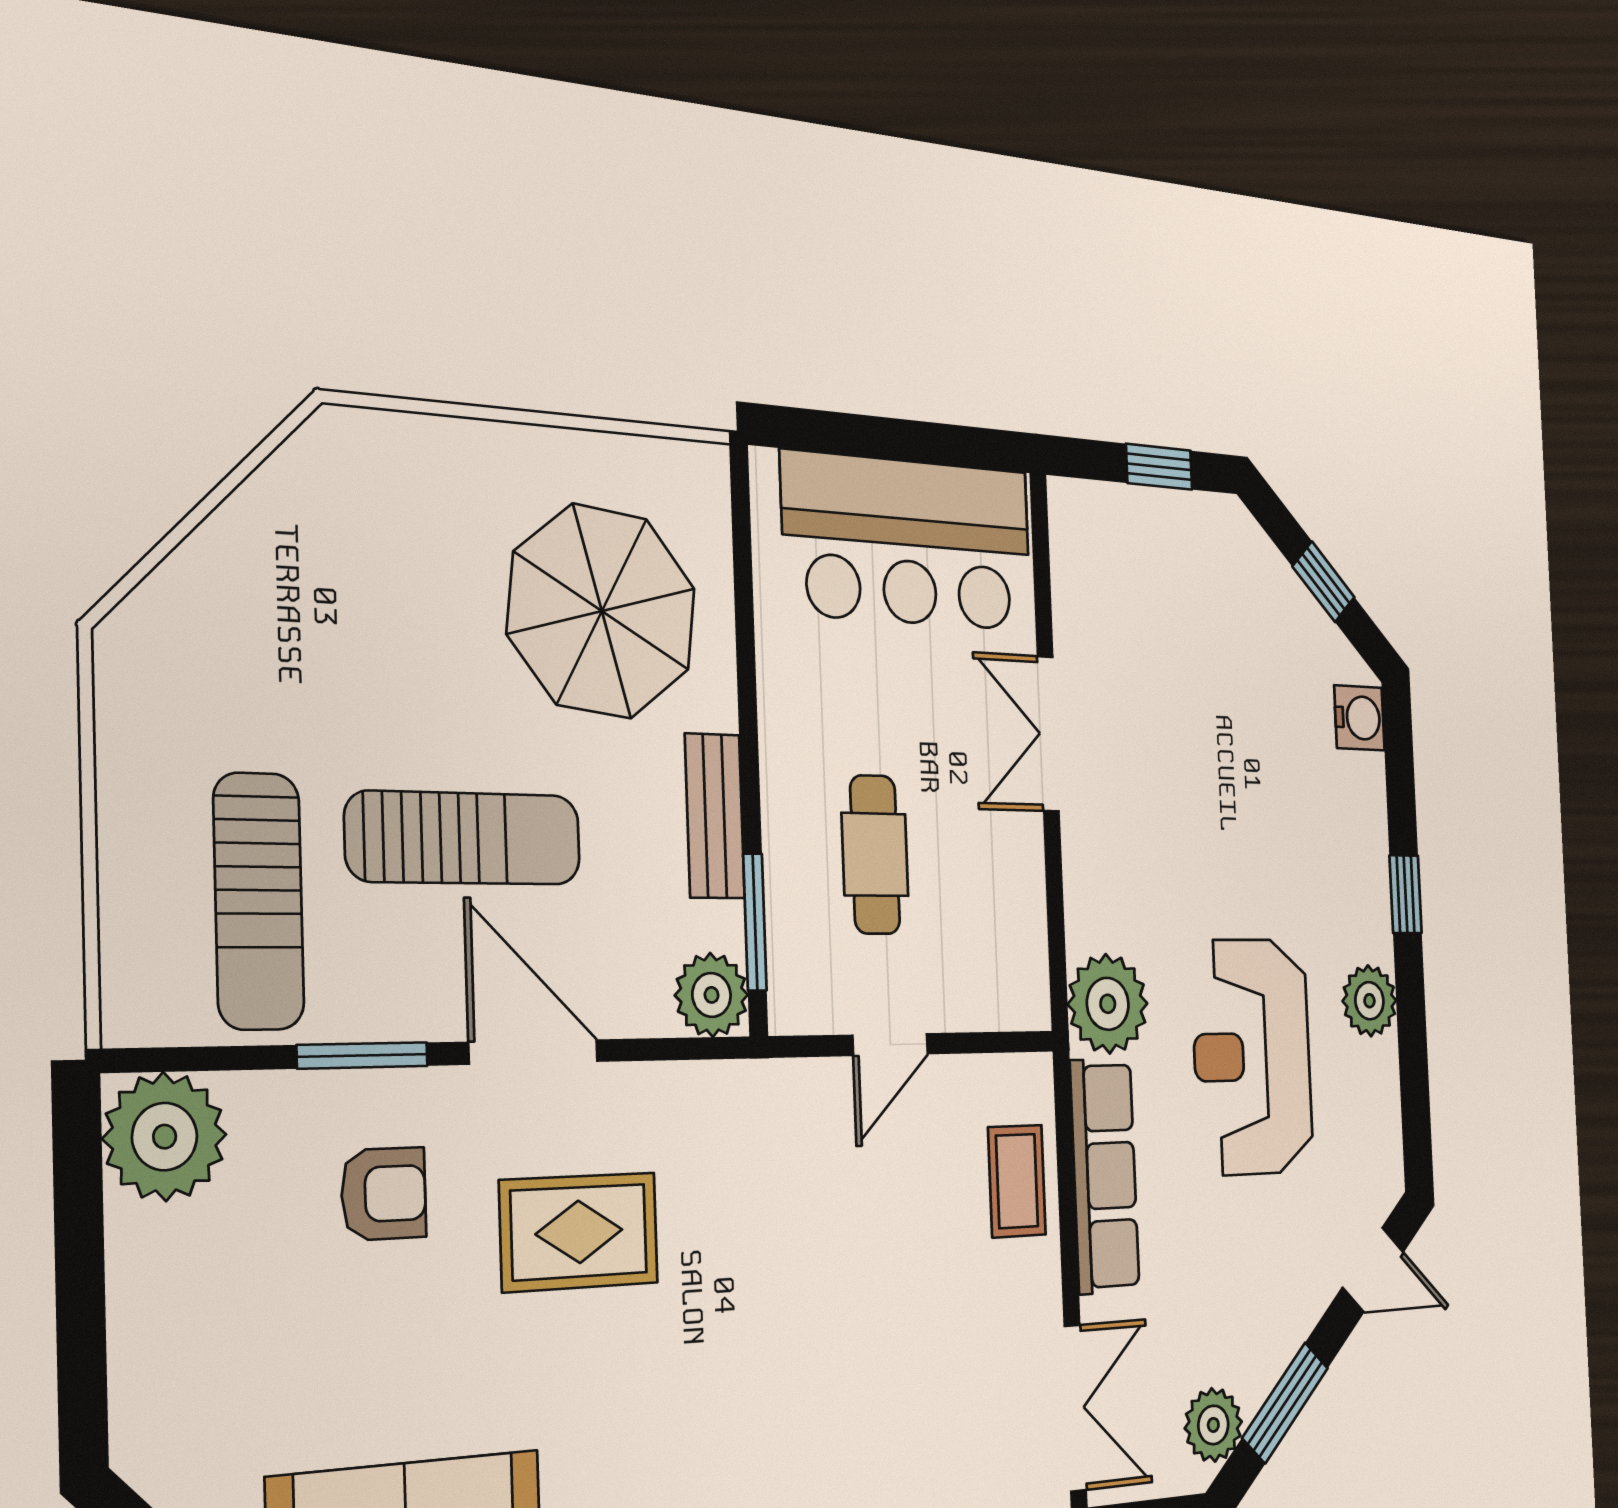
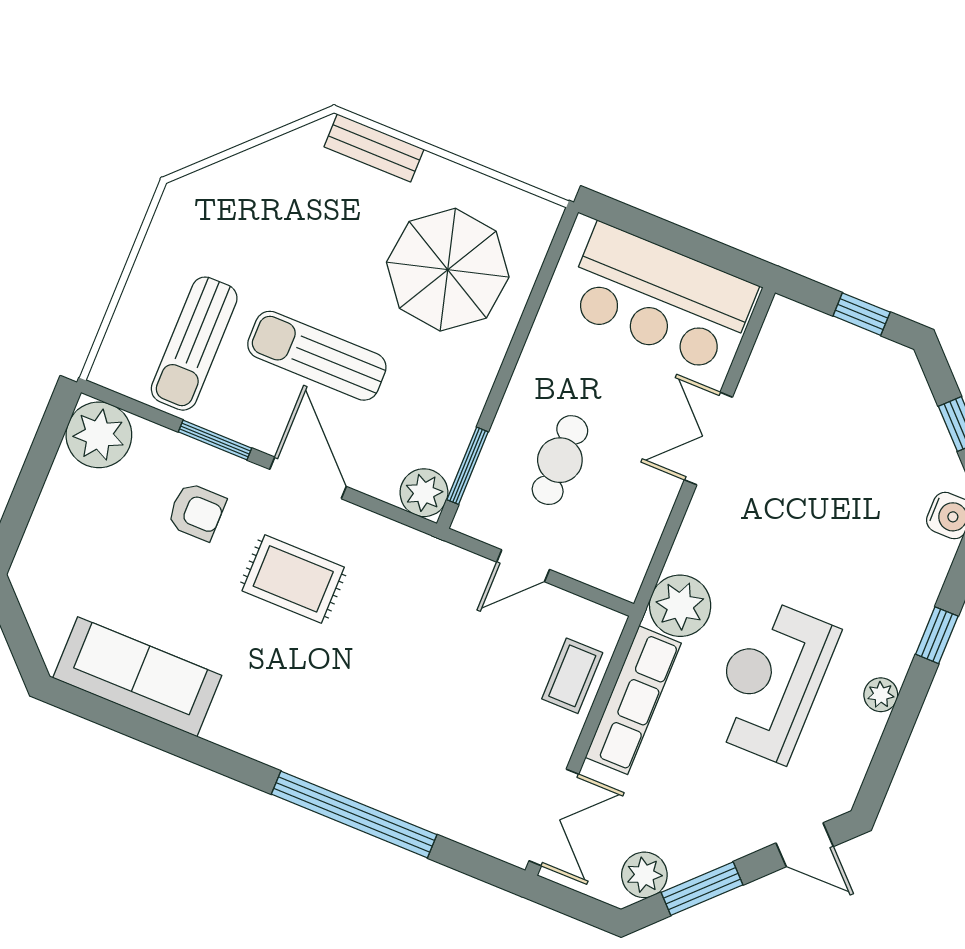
bench: (715, 816) -> (374, 148), moved, turned 90
sun lounger: (464, 838) -> (317, 356), turned 180
plant: (1369, 1001) -> (881, 695), width x0.73, depth x0.73

